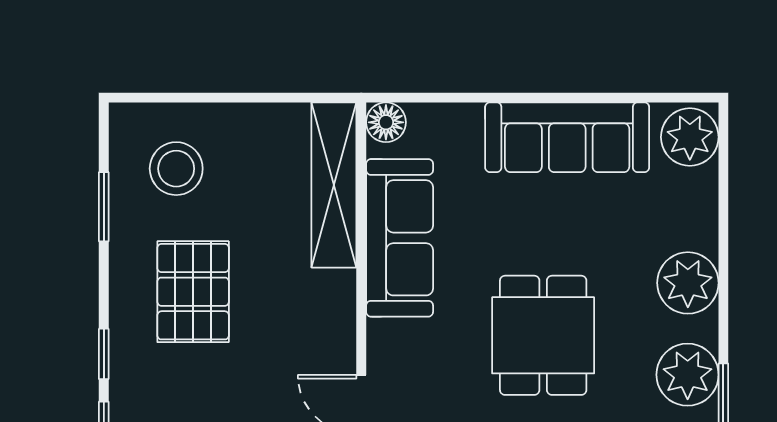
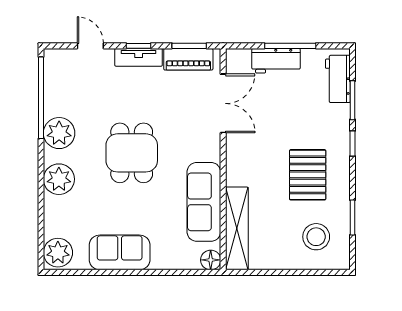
sofa: (567, 137) -> (120, 252), width x0.73

